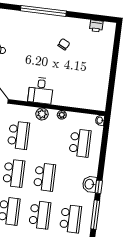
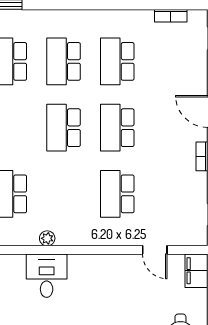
desk: (41, 91) -> (47, 276), moved
plant: (42, 114) -> (81, 235), removed

